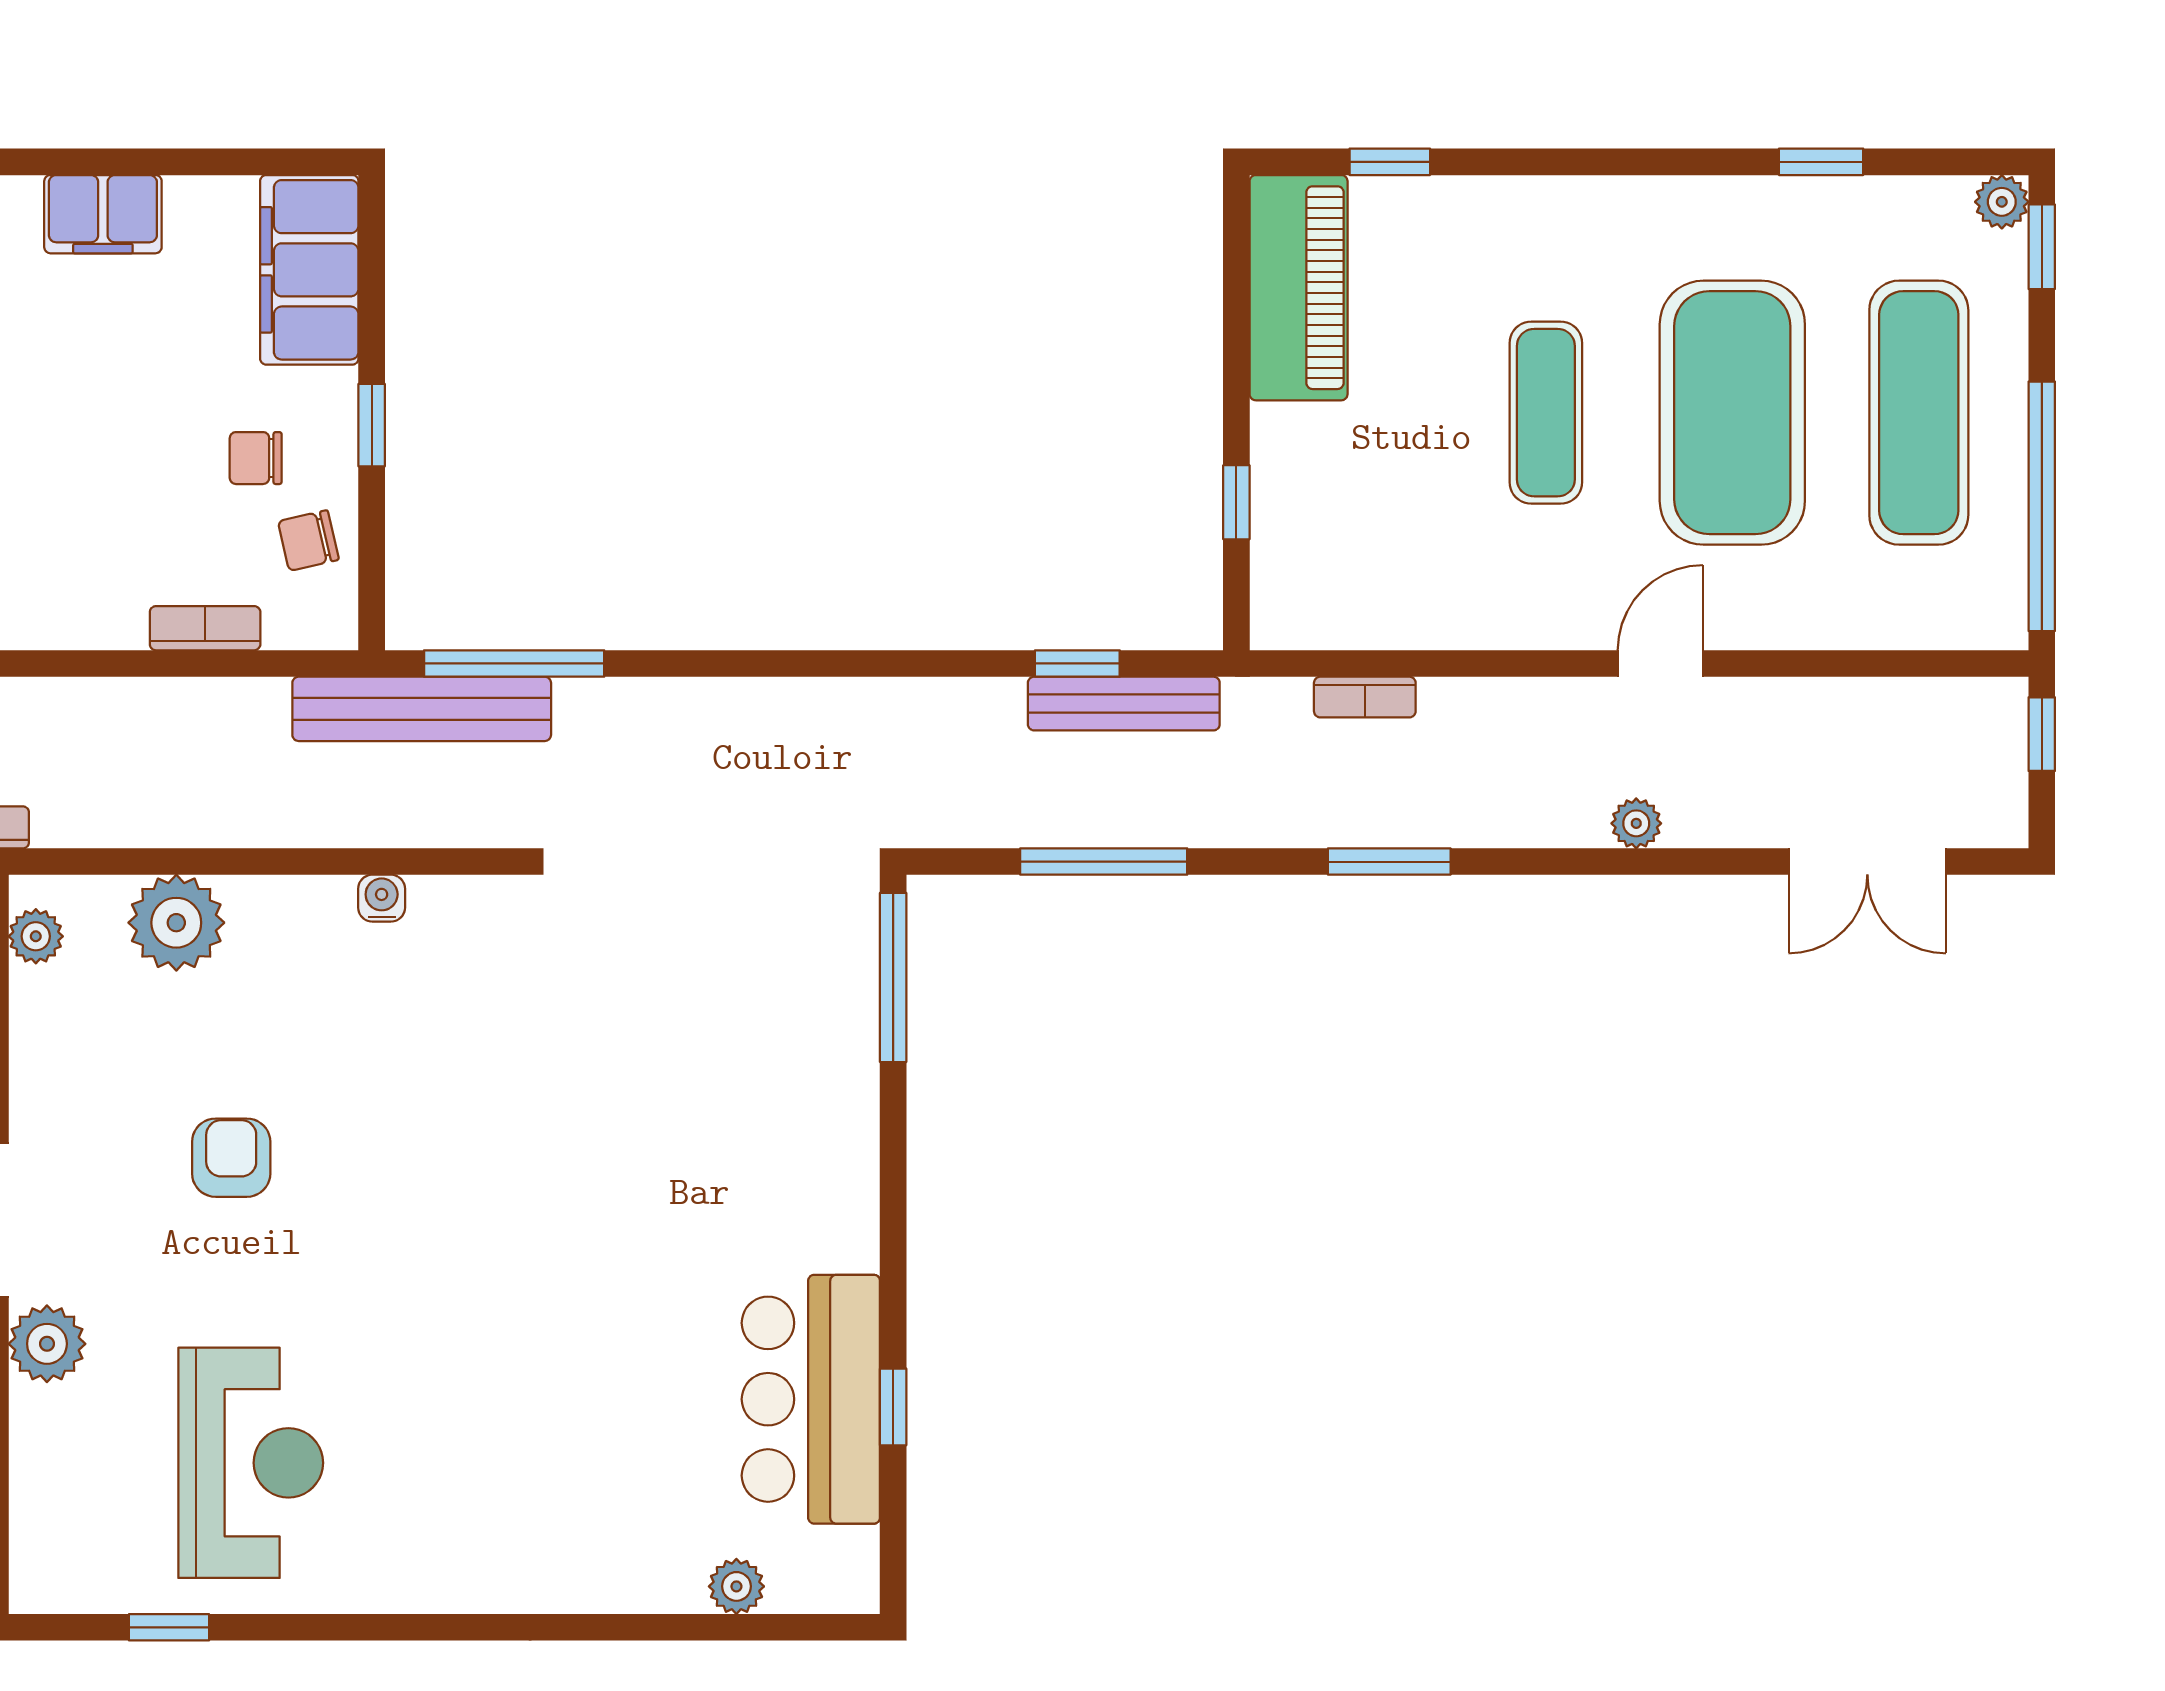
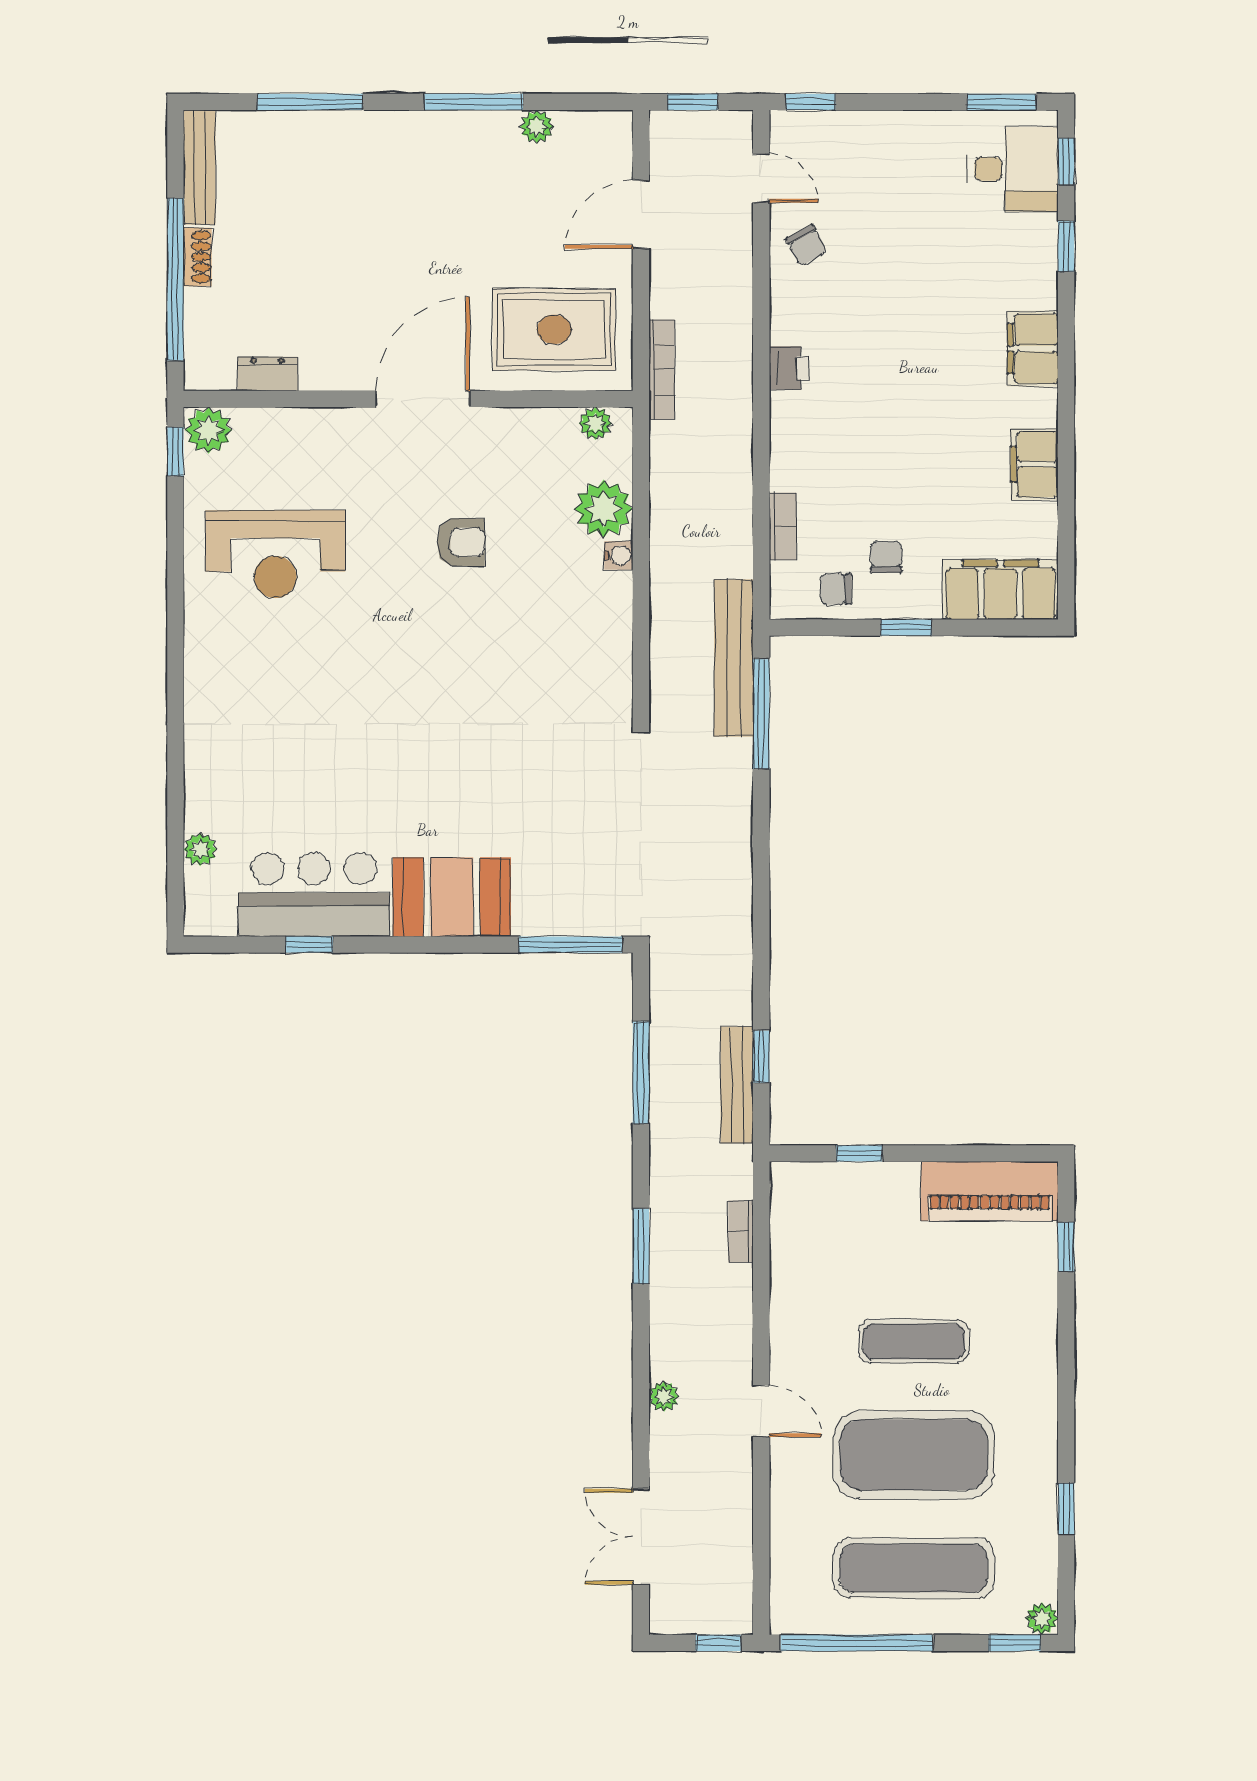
chair: (308, 541) -> (836, 589), turned -77
water cooler: (382, 898) -> (619, 555), moved
booth: (815, 1172) -> (452, 897), added
plant: (47, 1344) -> (209, 430), moved
window: (169, 1627) -> (175, 452), moved

